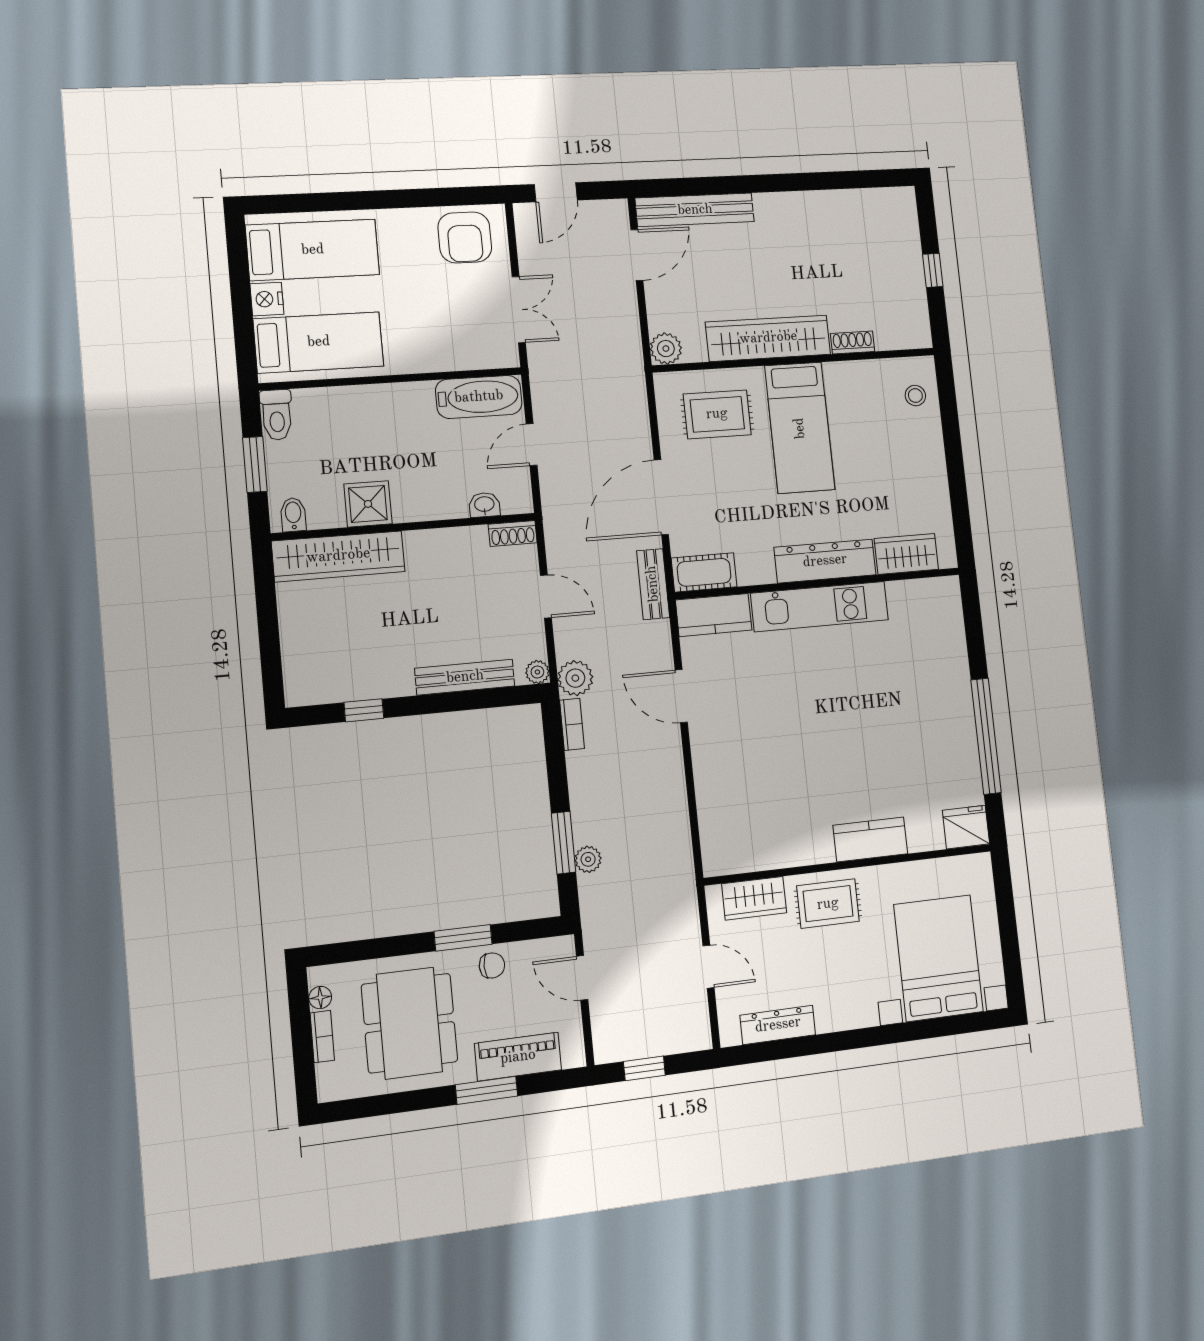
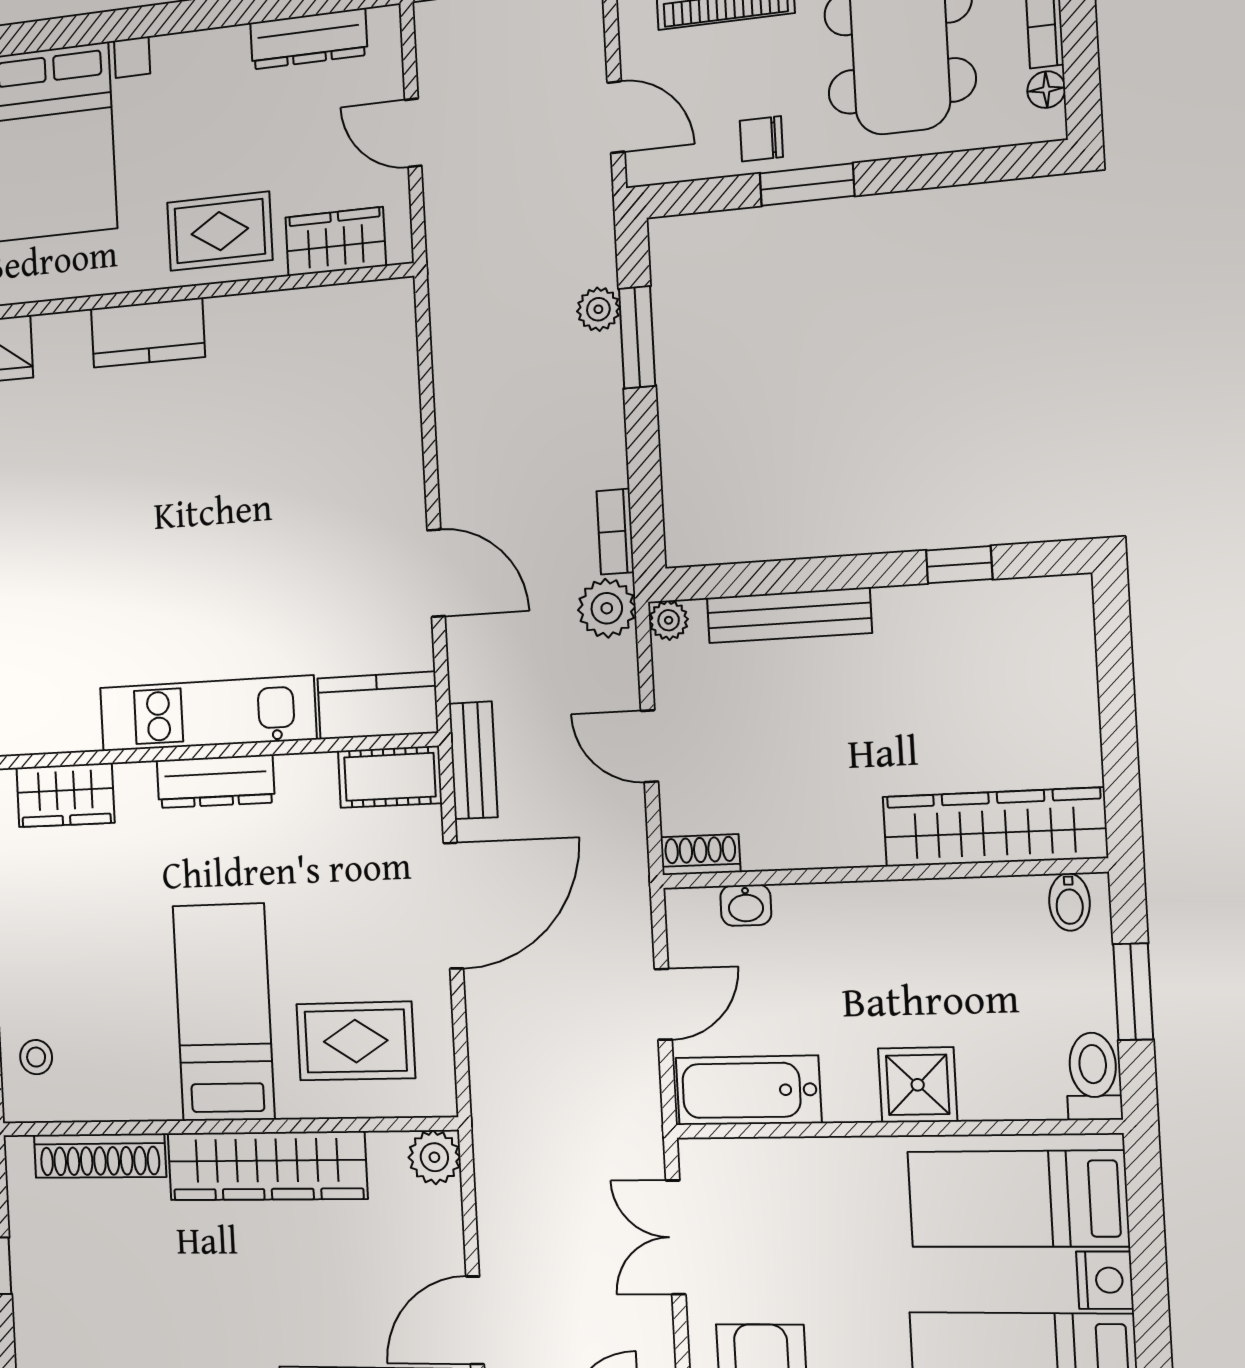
shoe rack: (853, 342) -> (100, 1156), width x1.94, depth x1.24
shower: (368, 504) -> (918, 1085), moved
dresser: (825, 561) -> (215, 781), width x0.73, depth x0.80

